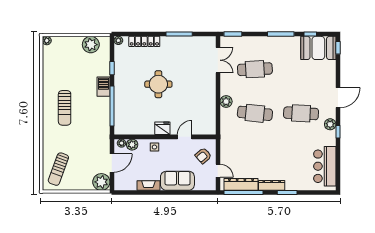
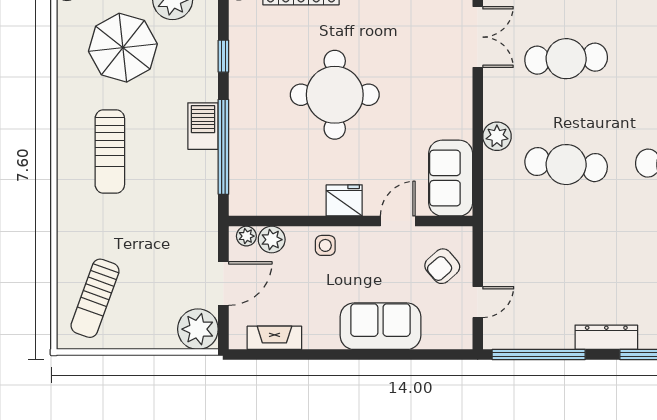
parasol: (70, 65) -> (123, 48), added
round table: (158, 84) -> (335, 95), width x1.36, depth x1.36
barbecue: (103, 87) -> (203, 126), moved
sofa: (207, 119) -> (451, 178), added
door: (218, 171) -> (478, 302), hinge flipped
dresser: (241, 184) -> (533, 335), removed
fireplace: (148, 186) -> (274, 338), moved

